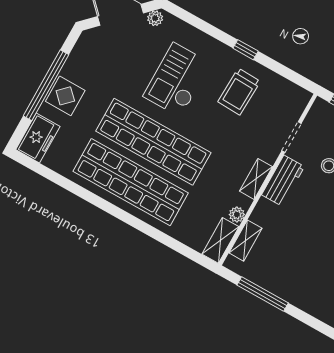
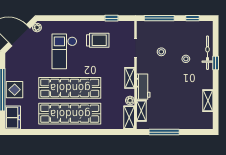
window: (246, 50) -> (112, 18), moved
trolley: (239, 92) -> (98, 40), turned -92
workbench: (283, 181) -> (143, 87), moved

